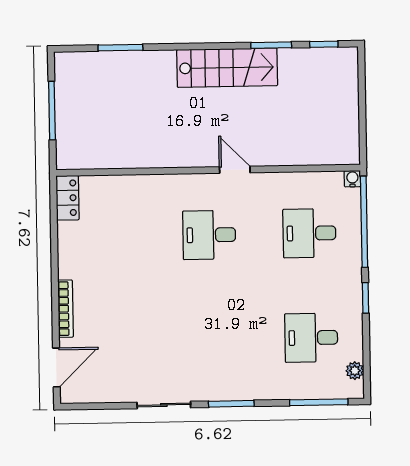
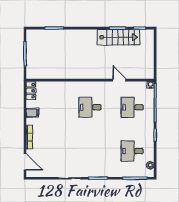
stairs: (227, 68) -> (118, 37), moved
door: (235, 170) -> (119, 80), moved
filing cabinet: (72, 250) -> (32, 113), added
door: (56, 367) -> (25, 162), hinge flipped

